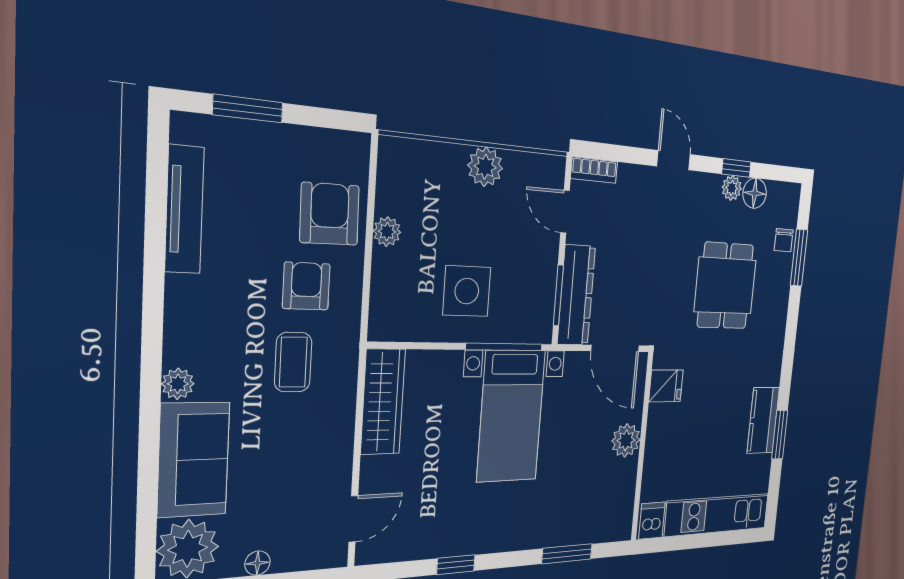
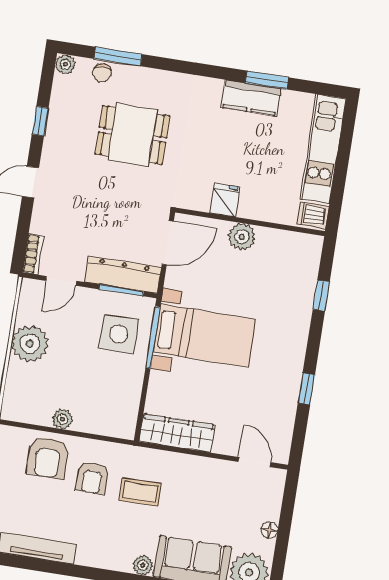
plant: (485, 167) -> (30, 344), width x1.36, depth x1.36
plant: (732, 188) -> (65, 64), moved
floor lamp: (755, 193) -> (61, 103), removed
armchair: (330, 214) -> (48, 457), turned -89
chair: (784, 240) -> (102, 73), turned 90
armchair: (306, 286) -> (92, 478), turned -90
side table: (467, 291) -> (119, 334), moved
fridge: (666, 386) -> (225, 200), moved
window: (567, 554) -> (321, 295), width x0.67

